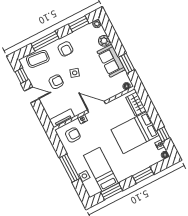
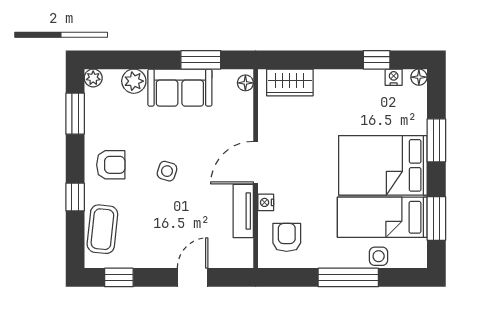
window: (45, 41) -> (75, 197), width x0.46
armchair: (56, 82) -> (166, 216), removed
door: (32, 95) -> (193, 277), moved
tv unit: (62, 118) -> (243, 211), moved
bed: (135, 133) -> (383, 165), moved, turned 90

